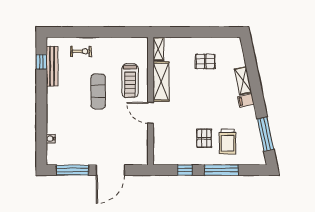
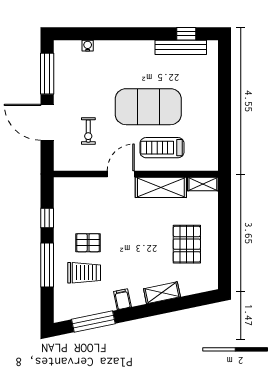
exercise bike: (81, 51) -> (88, 131), moved
pallet: (205, 61) -> (187, 244), width x1.50, depth x1.42
exercise mat: (98, 91) -> (148, 107), width x2.00, depth x1.45
filing cabinet: (246, 101) -> (122, 299), moved
trolley: (227, 141) -> (84, 273), turned 180

